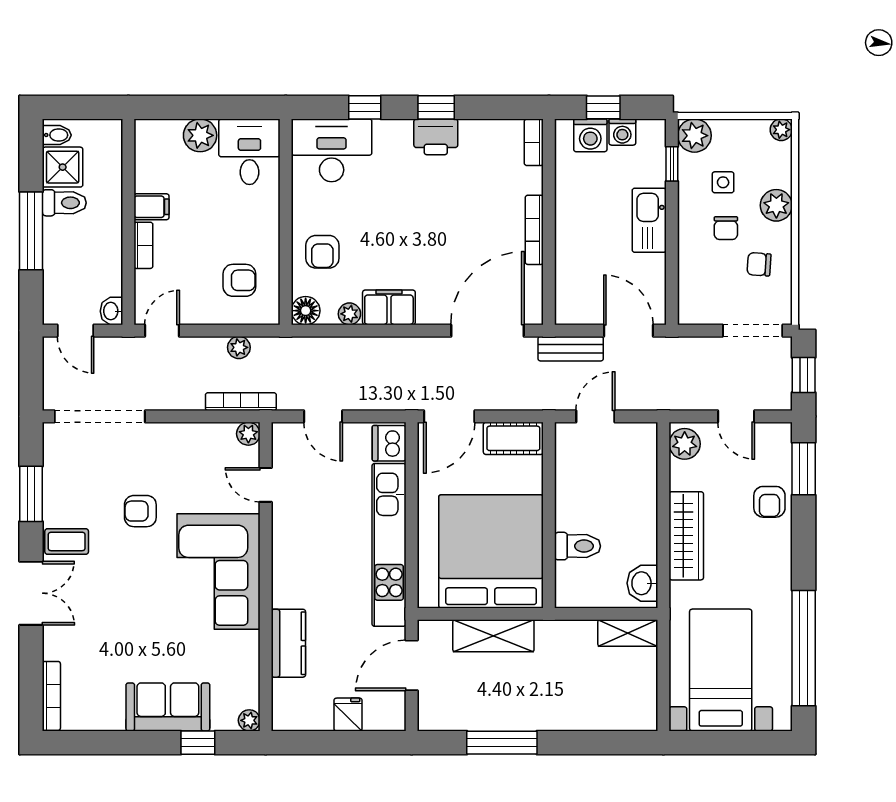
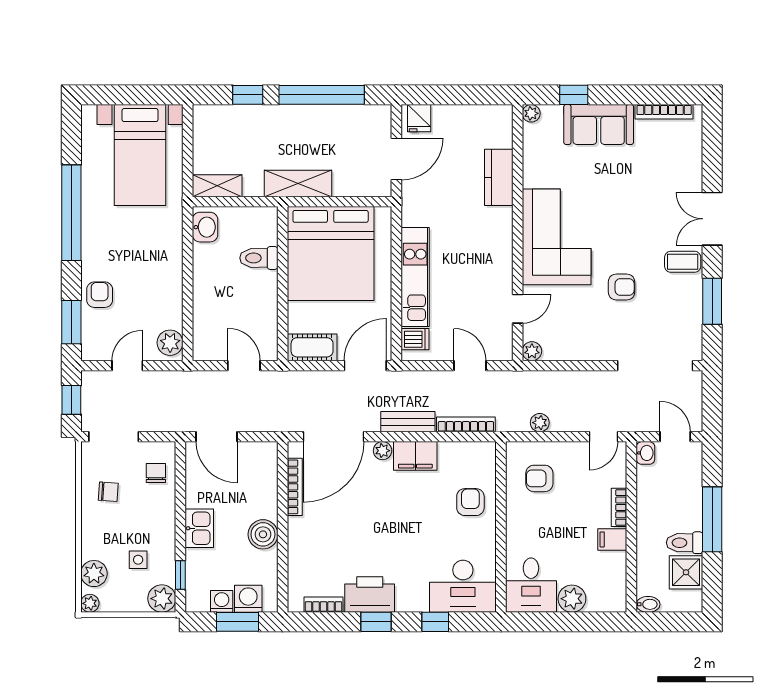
window: (603, 107) -> (237, 622), width x1.50
bidet: (57, 135) -> (648, 604), moved, turned 180
printer: (436, 137) -> (370, 595), width x1.37, depth x1.19
bookcase: (534, 142) -> (323, 605), moved, turned -90
plant: (776, 205) -> (94, 574), moved
boiler: (572, 213) -> (263, 534), added
kitchen sink: (649, 220) -> (199, 528), width x0.73
chair: (726, 228) -> (156, 473), moved
bookcase: (534, 230) -> (295, 487), moved
floor lamp: (306, 311) -> (484, 453), removed
plant: (349, 314) -> (383, 451), moved
bench: (571, 349) -> (408, 422), moved
bookcase: (241, 402) -> (466, 424), moved, turned 180
door: (595, 416) -> (244, 366), swing flipped
door: (736, 416) -> (127, 366), hinge flipped
dishwasher: (389, 443) -> (415, 339), width x0.73
door: (266, 485) -> (518, 309), hinge flipped
wardrobe: (686, 536) -> (169, 266), removed
kitchen unit: (389, 545) -> (415, 277), width x0.73
shelving: (493, 636) -> (298, 184), moved
window: (804, 648) -> (71, 213), moved
bookcase: (51, 696) -> (664, 112), moved, turned -90
fridge: (348, 715) -> (419, 118), moved
window: (502, 743) -> (322, 95), width x1.46
window: (591, 743) -> (248, 95), added

